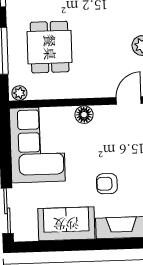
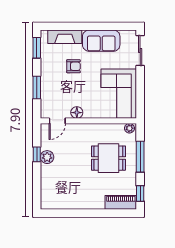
dining table: (50, 47) -> (108, 158), turned 90
floor lamp: (84, 115) -> (77, 113), moved

